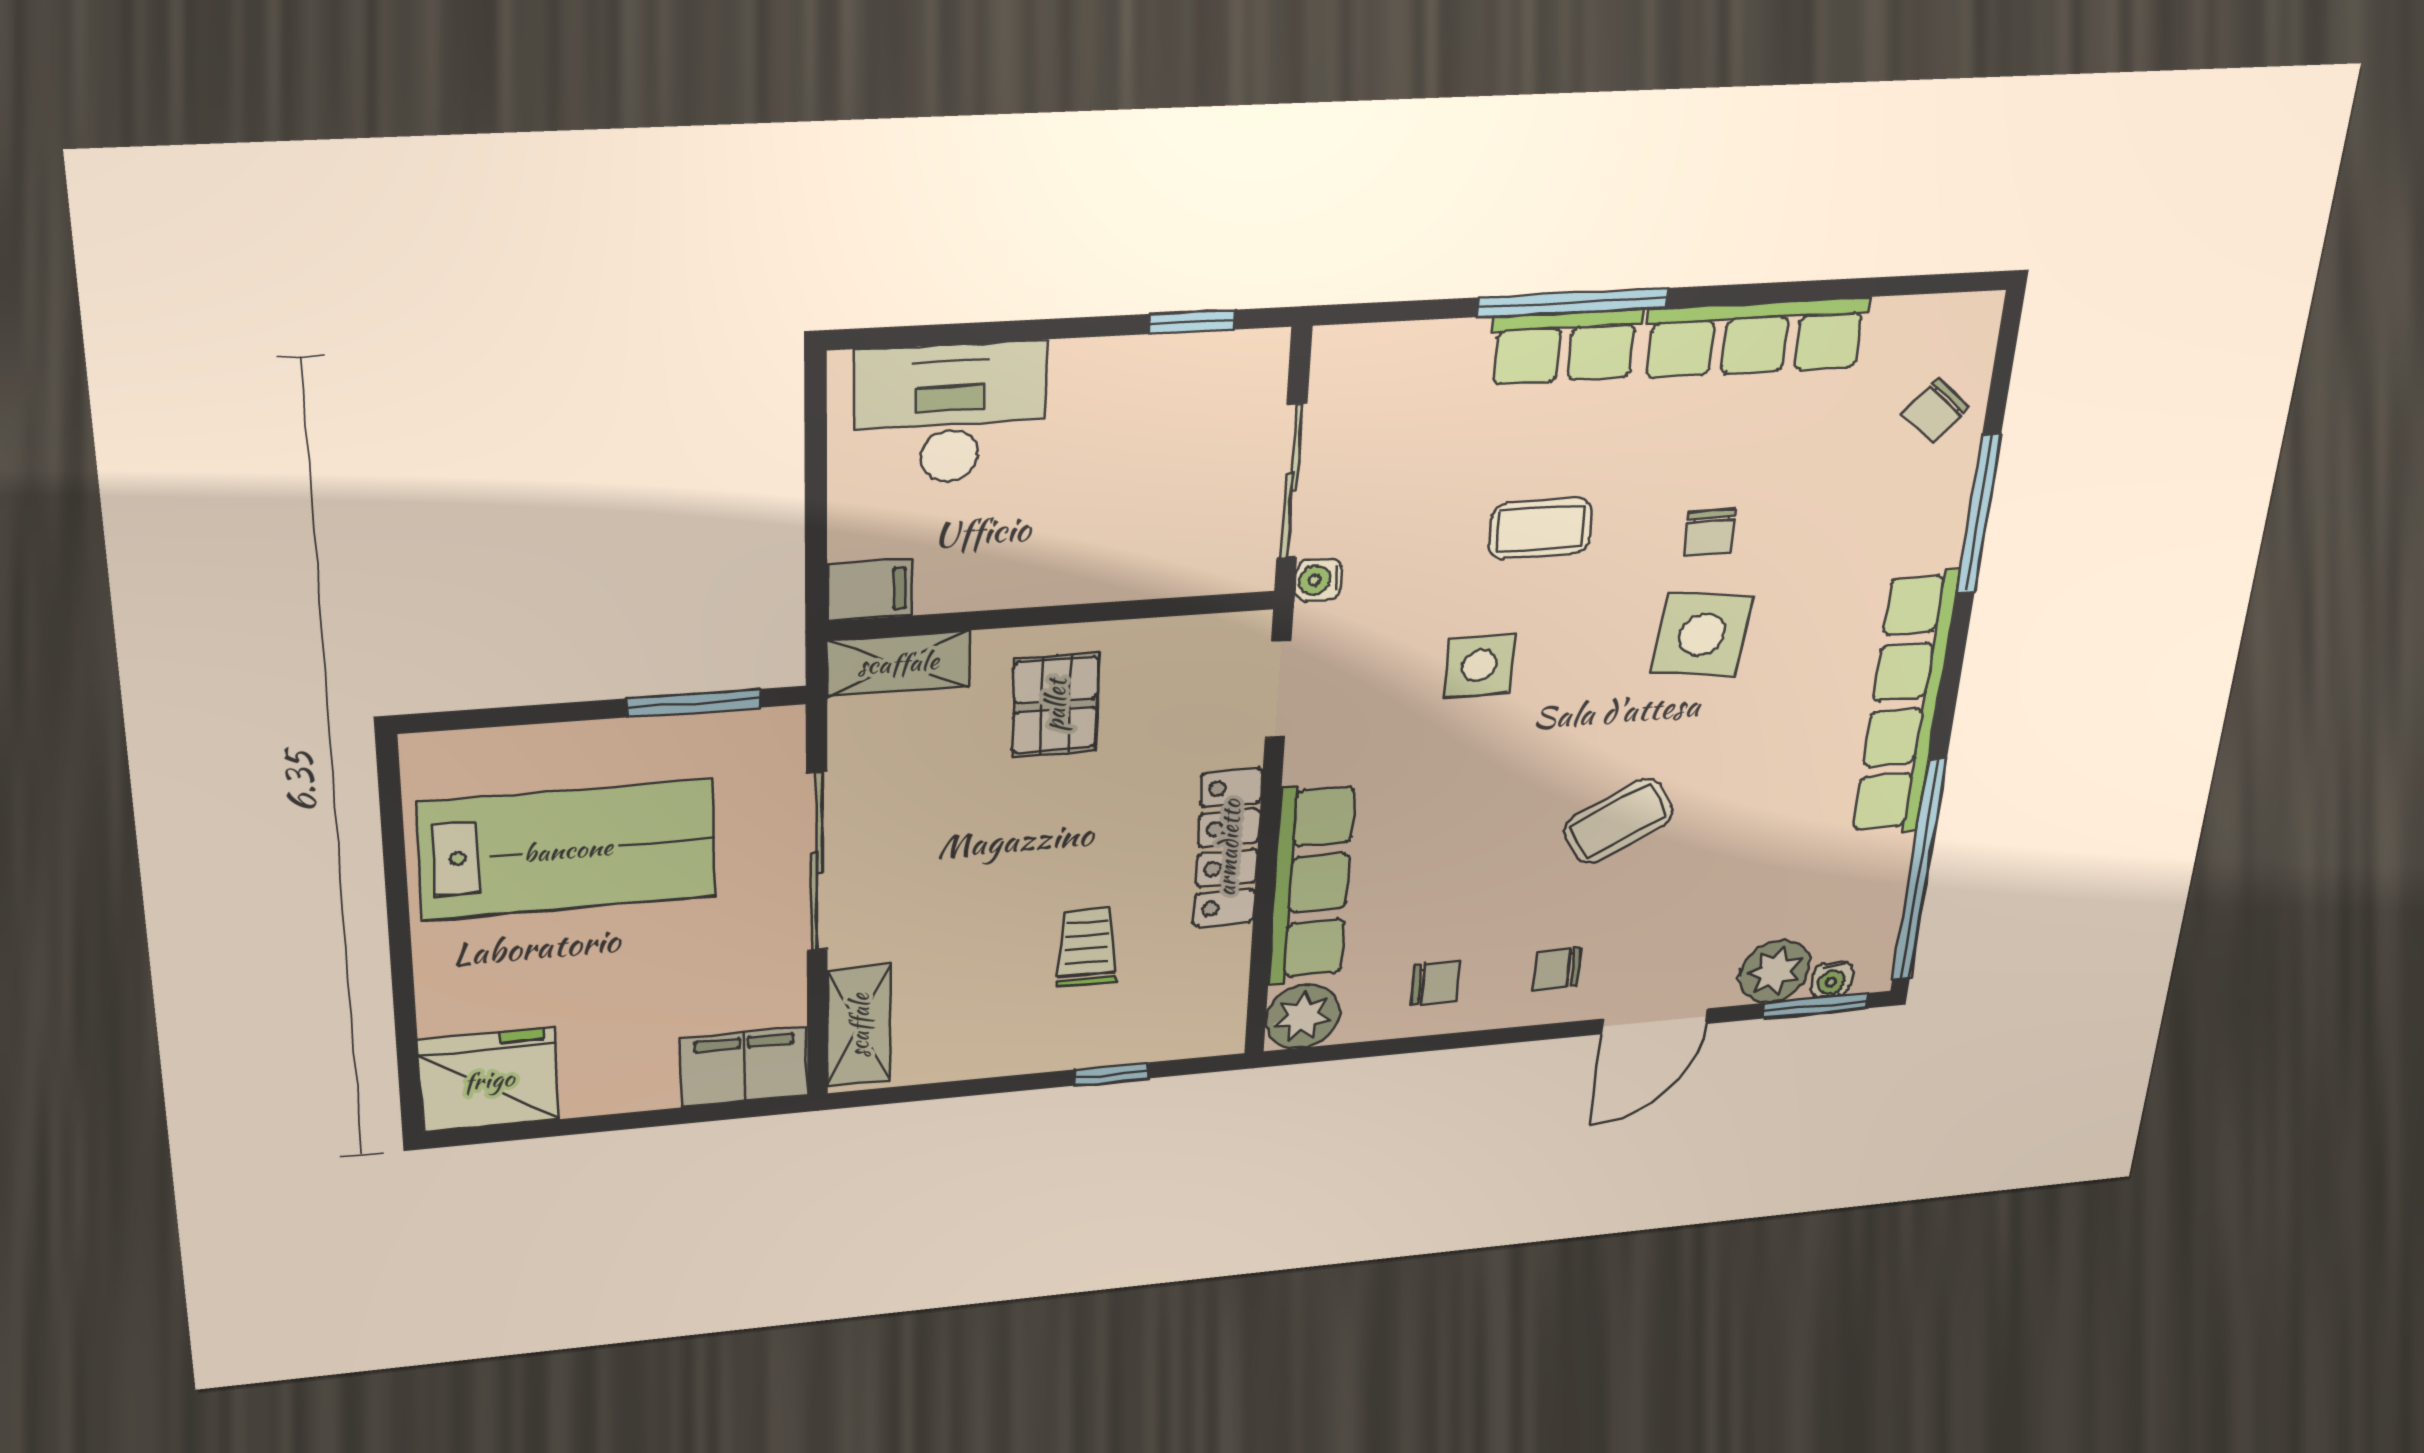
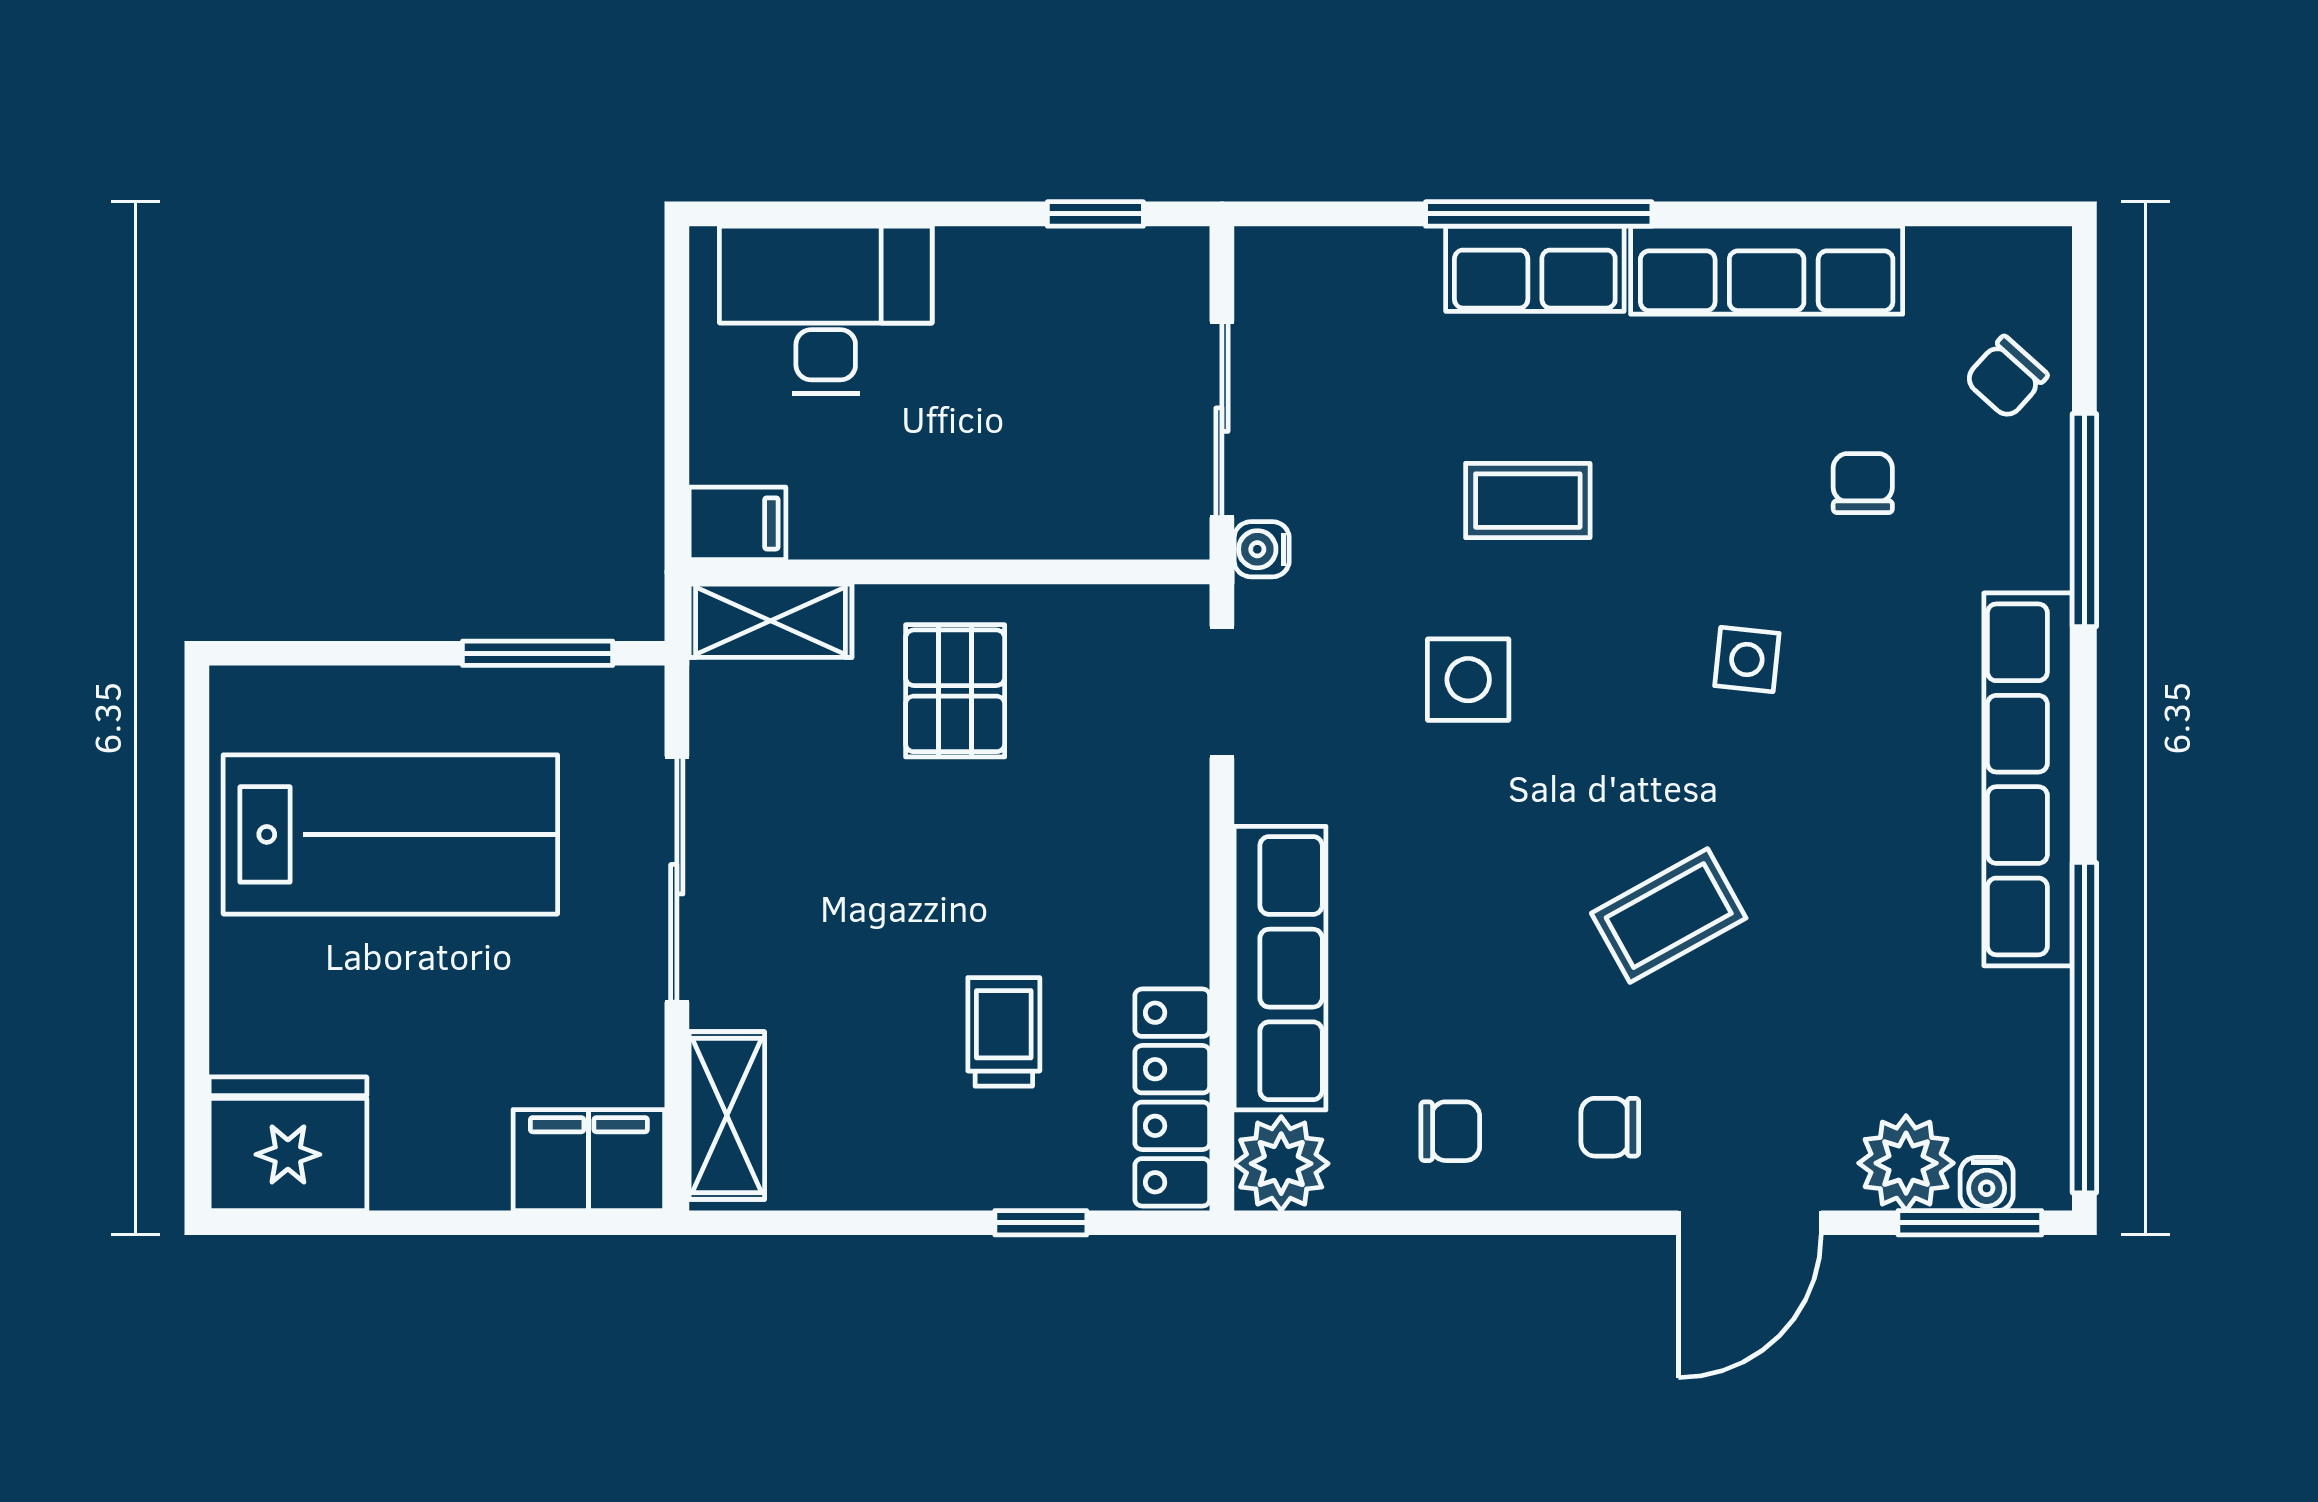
chair: (1710, 533) -> (1863, 483), moved, turned 180
side table: (1702, 635) -> (1747, 659), width x0.54, depth x0.54
locker: (1228, 848) -> (1172, 1098), moved

